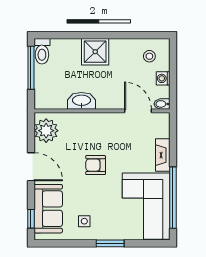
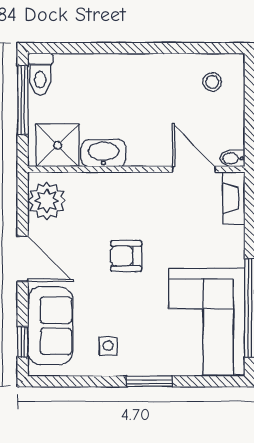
shower: (95, 52) -> (58, 145), moved
washing machine: (163, 78) -> (234, 117), removed
fireplace: (163, 155) -> (234, 198), moved

